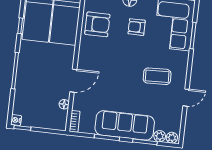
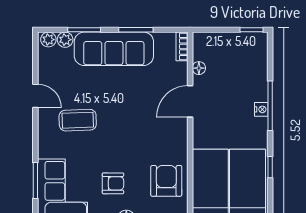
armchair: (97, 24) -> (166, 181), turned 90
door: (186, 98) -> (35, 96), swing flipped
nightstand: (16, 120) -> (261, 109), moved

